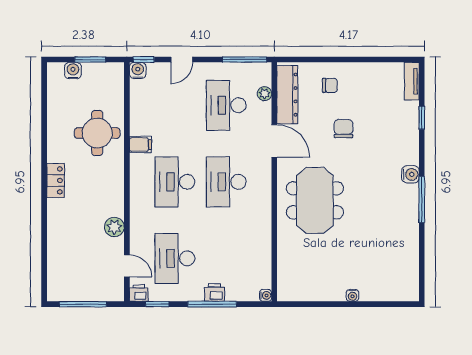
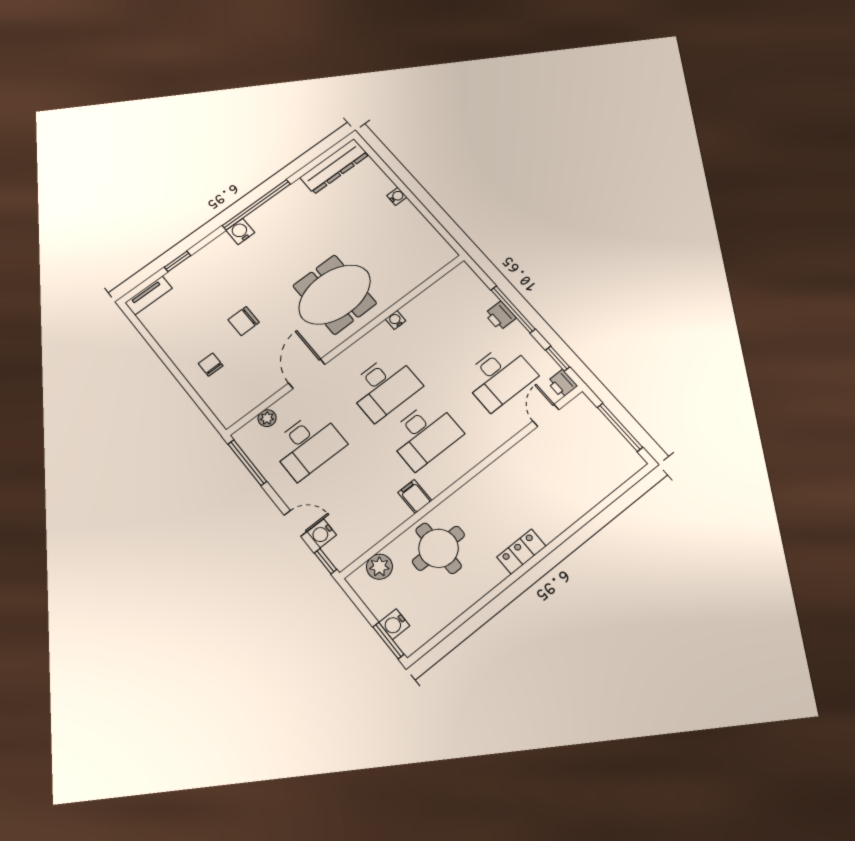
window: (90, 60) -> (388, 641), moved
water cooler: (138, 70) -> (322, 534), moved
dresser: (287, 95) -> (334, 166), moved, turned 180
window: (422, 200) -> (256, 205), width x1.46
plant: (114, 227) -> (379, 567), moved
water cooler: (266, 295) -> (396, 320), moved

